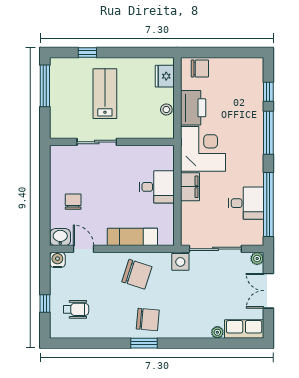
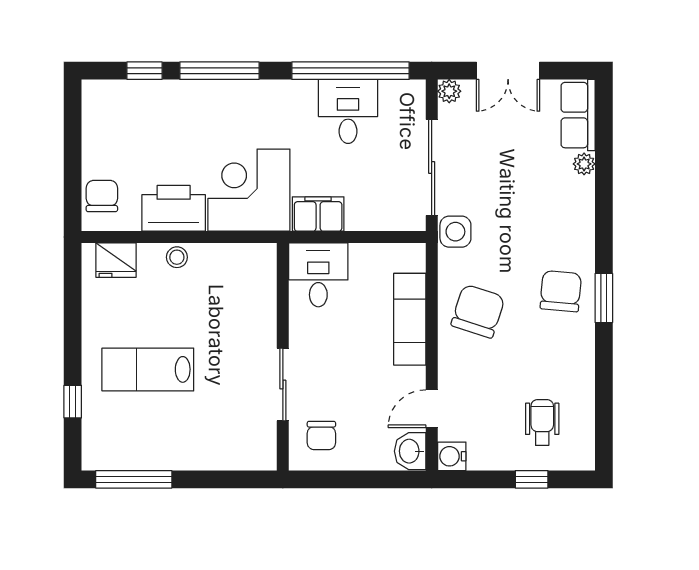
sliding door: (97, 142) -> (283, 385), moved
wall: (112, 142) -> (283, 357), moved
chair: (73, 202) -> (321, 436), moved, turned -90

